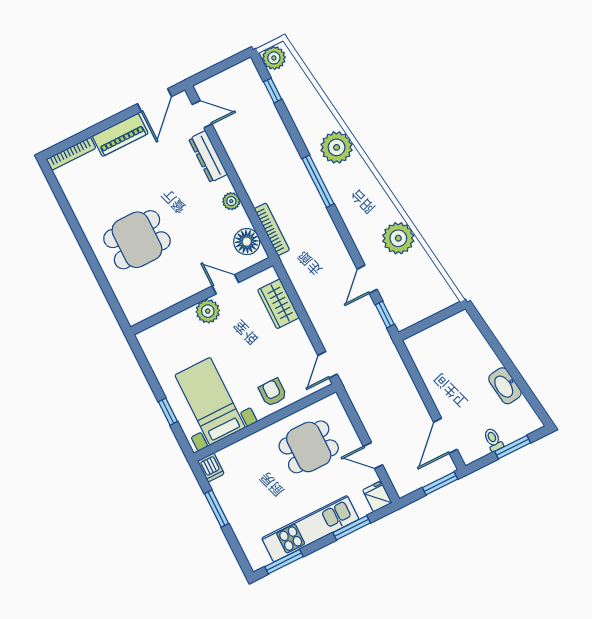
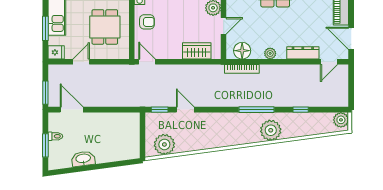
window: (273, 91) -> (301, 110), moved
plant: (398, 238) -> (164, 144), moved

